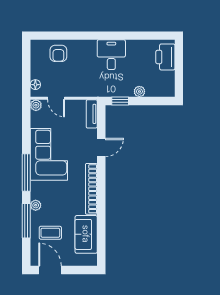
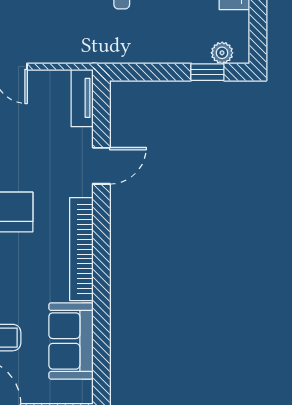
plant: (139, 91) -> (222, 53), moved
window: (120, 101) -> (207, 72), moved

